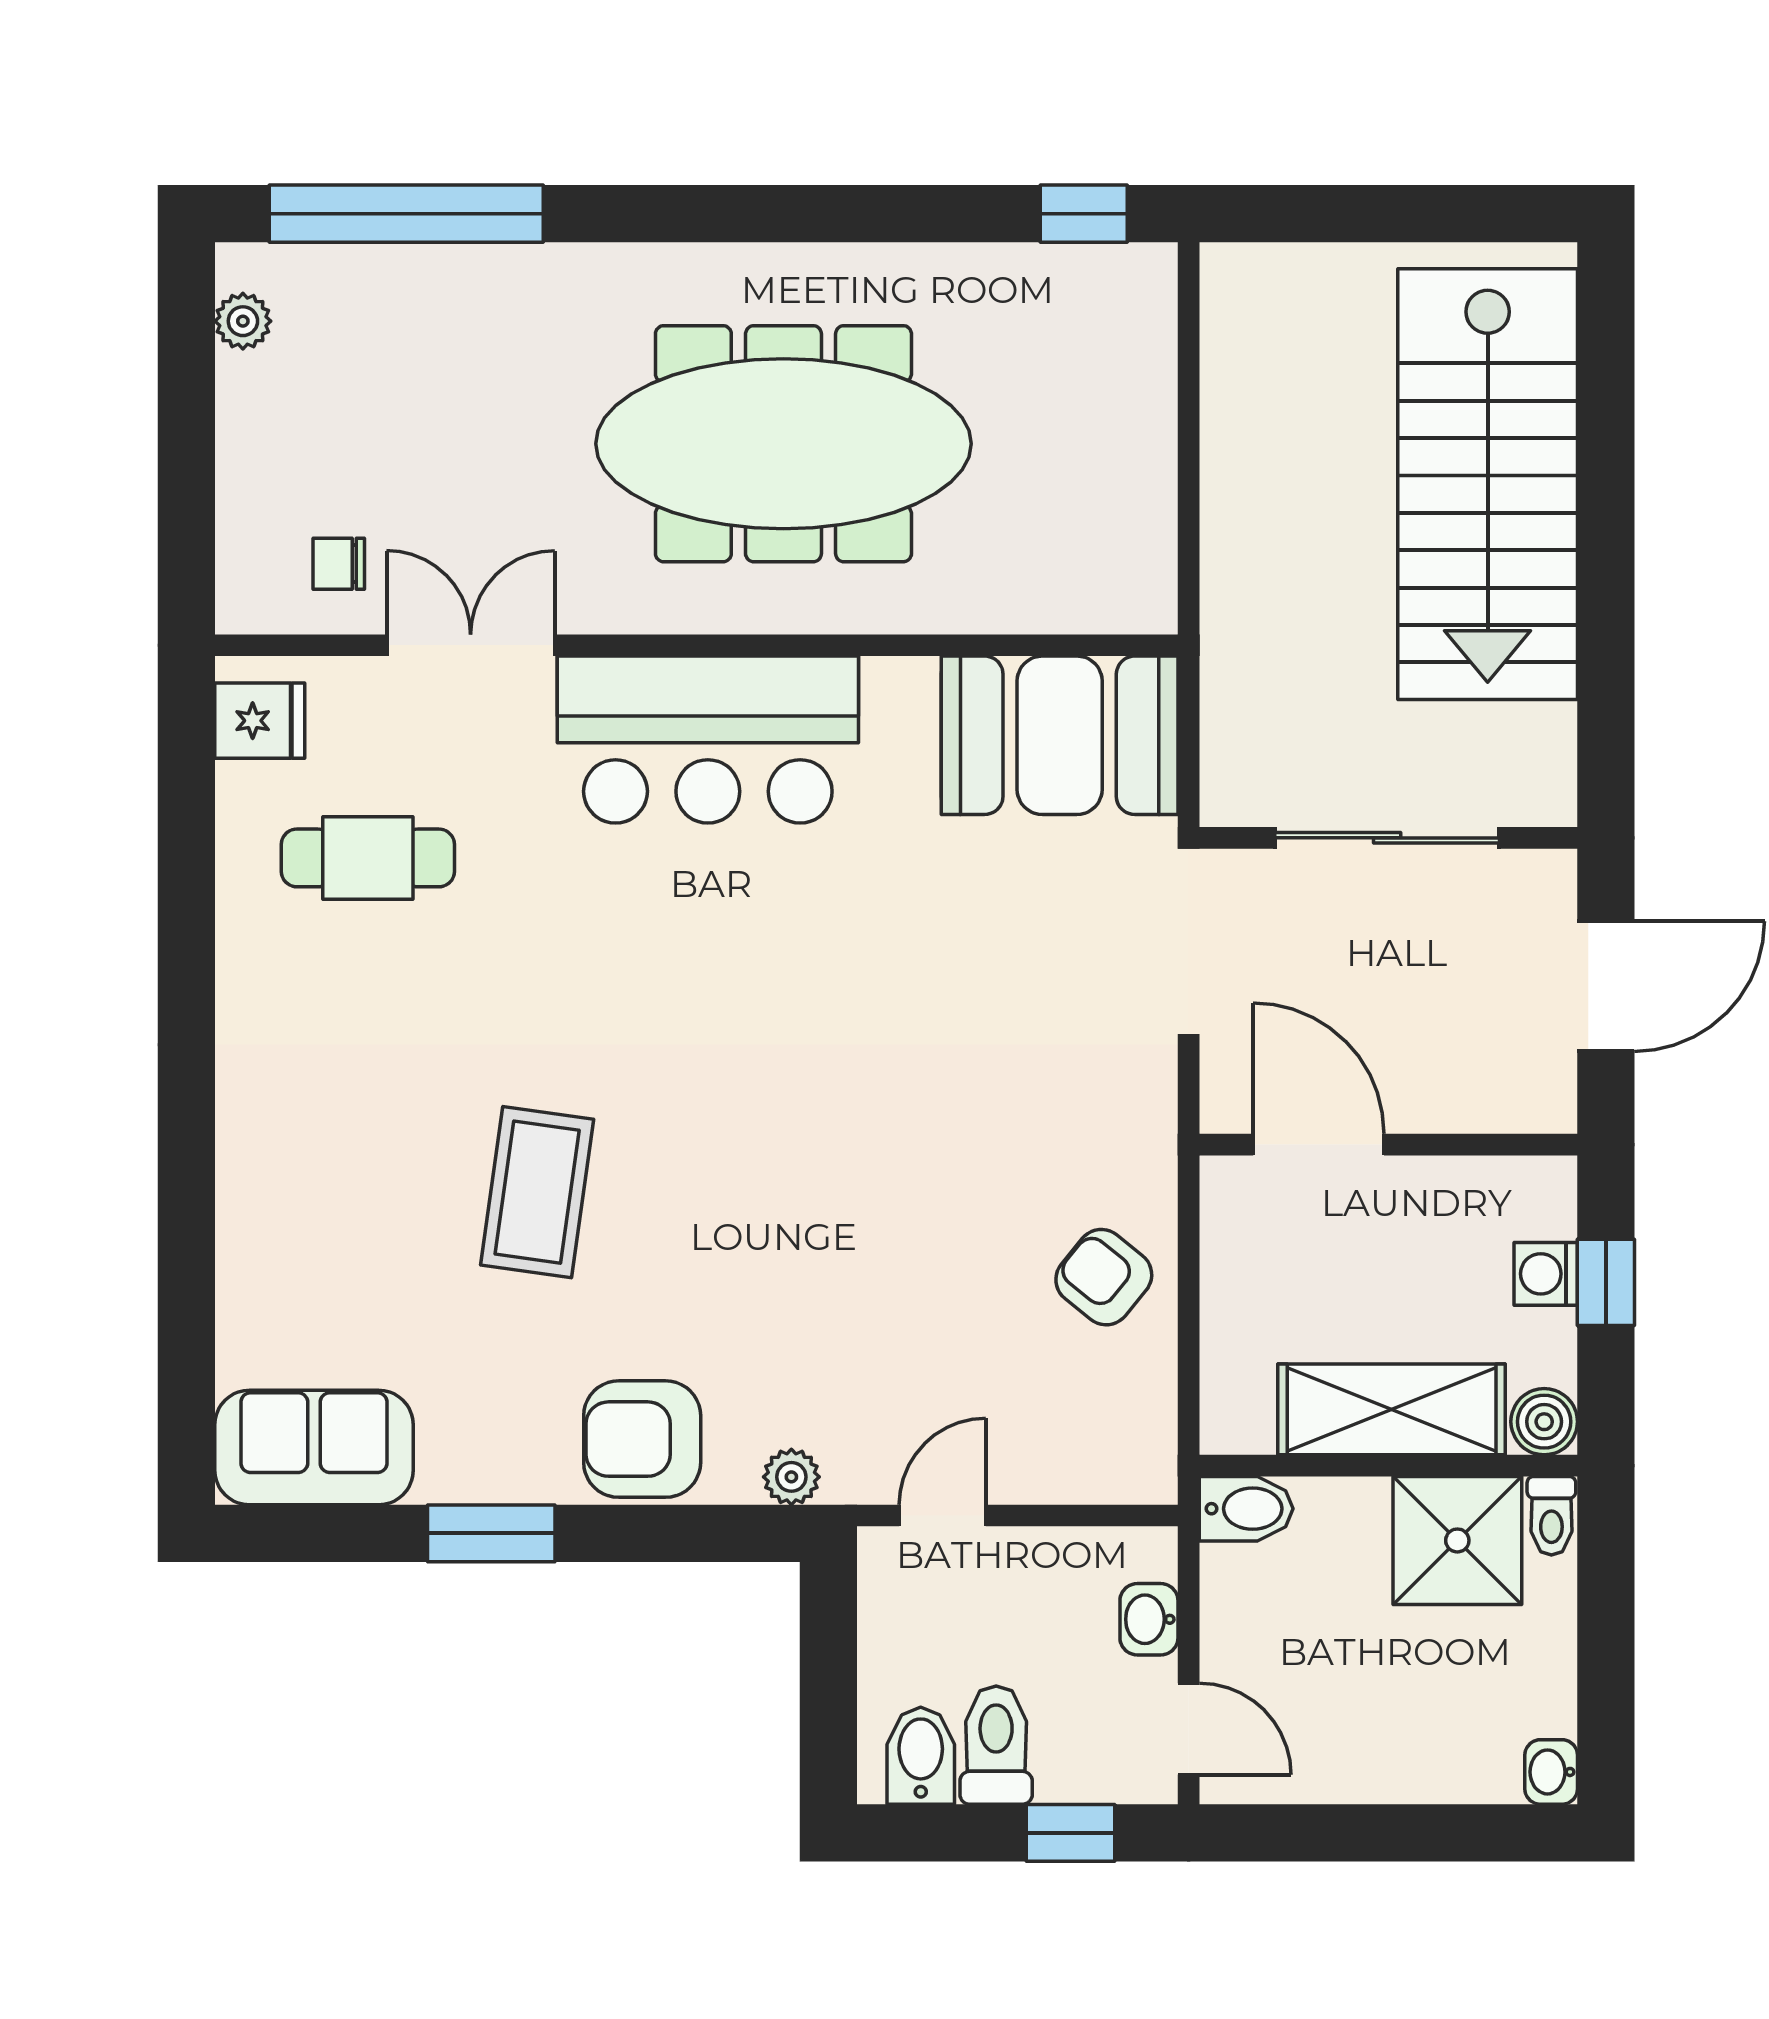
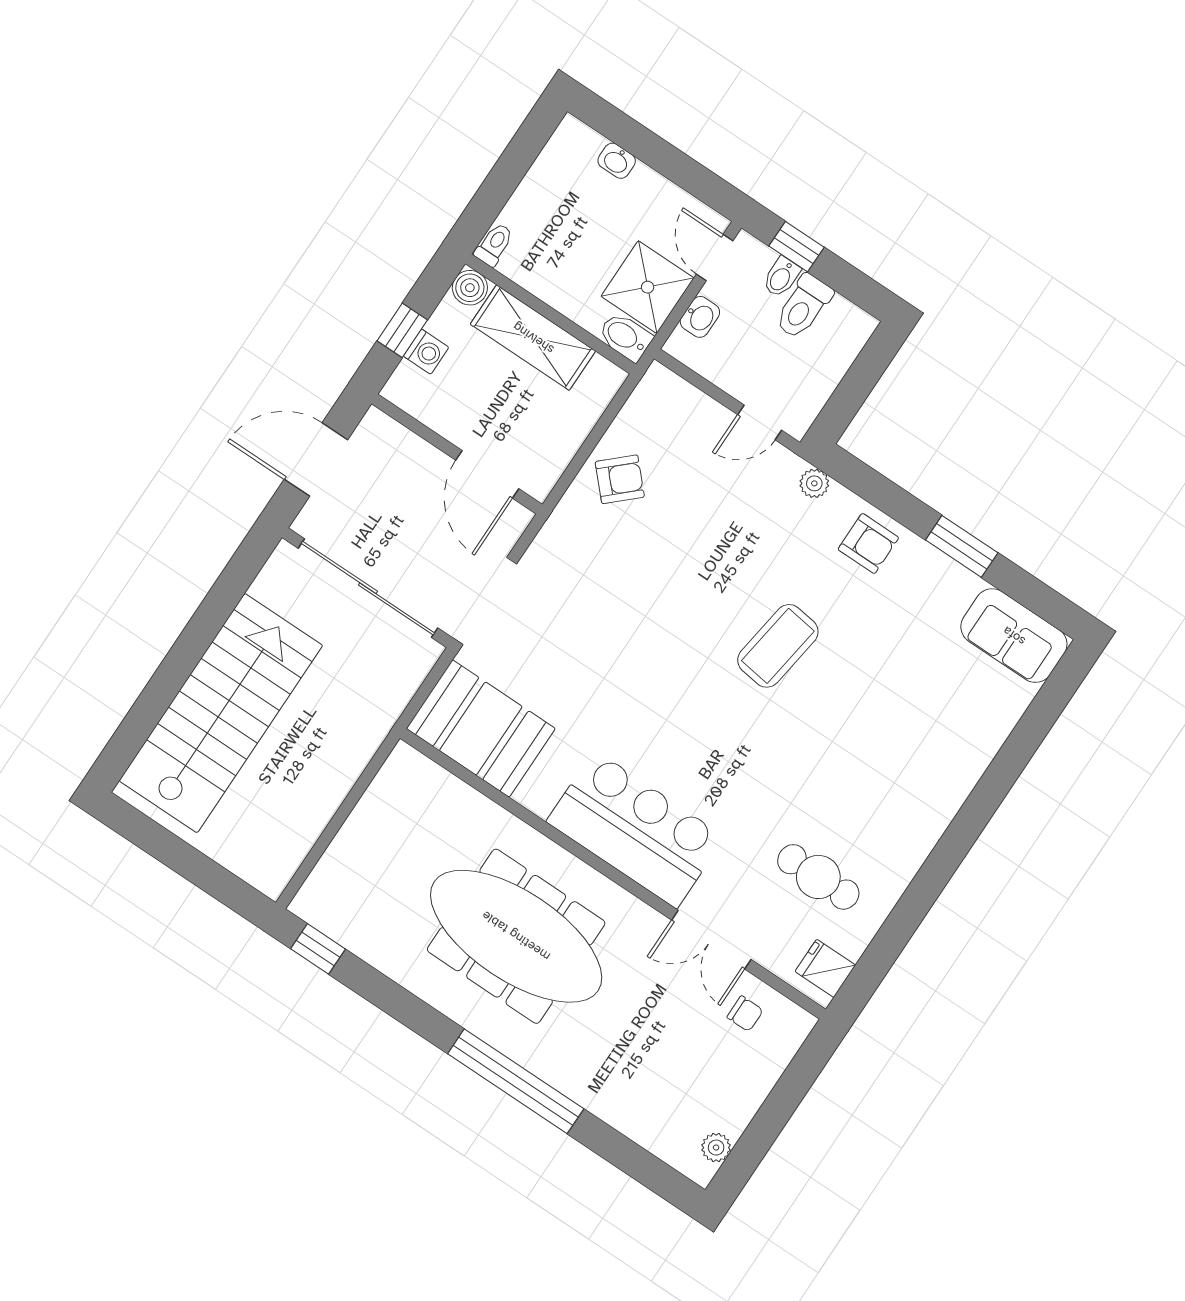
window: (406, 214) -> (516, 1081), moved
sliding door: (1387, 838) -> (368, 588), width x1.36
coffee table: (537, 1192) -> (778, 646), moved
armchair: (1104, 1277) -> (620, 479), turned -82
armchair: (642, 1439) -> (868, 543), width x0.72, depth x0.72
shower: (1457, 1540) -> (648, 287), moved
bidet: (921, 1756) -> (781, 277), moved, width x0.72, depth x0.74
washbasin: (1551, 1772) -> (617, 161), moved, turned 90

